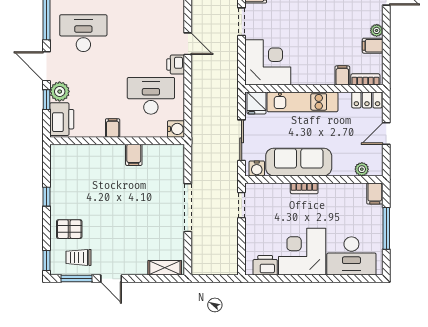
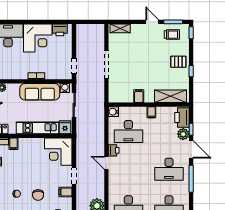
shelving: (81, 155) -> (171, 96), added
pallet: (69, 229) -> (178, 62), moved

